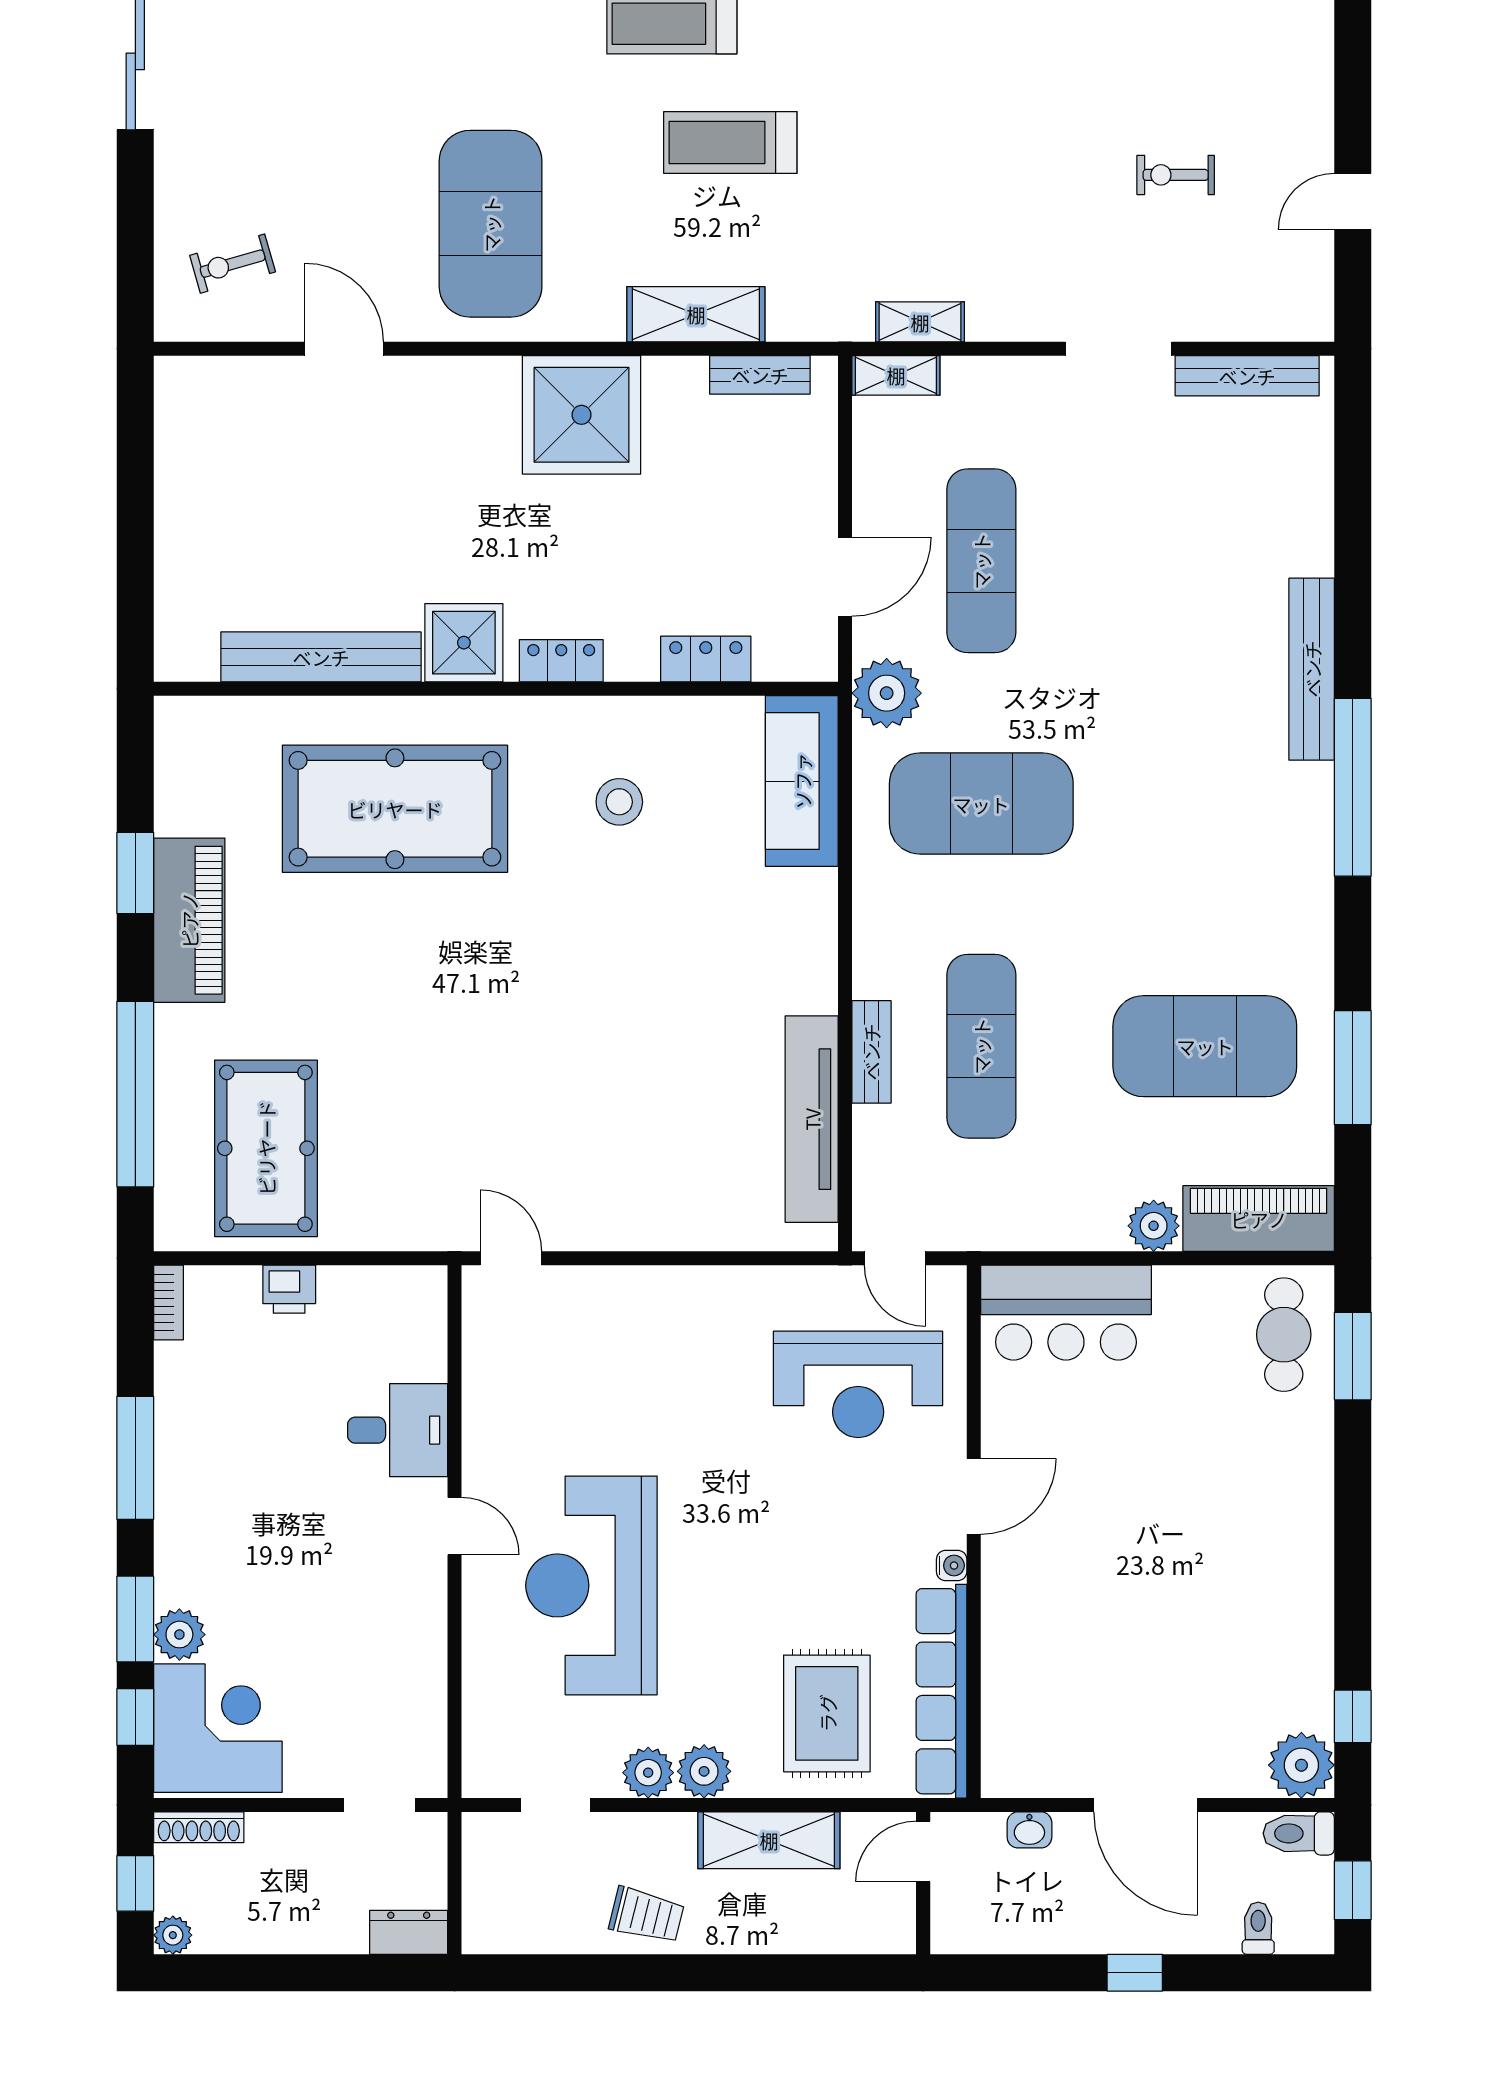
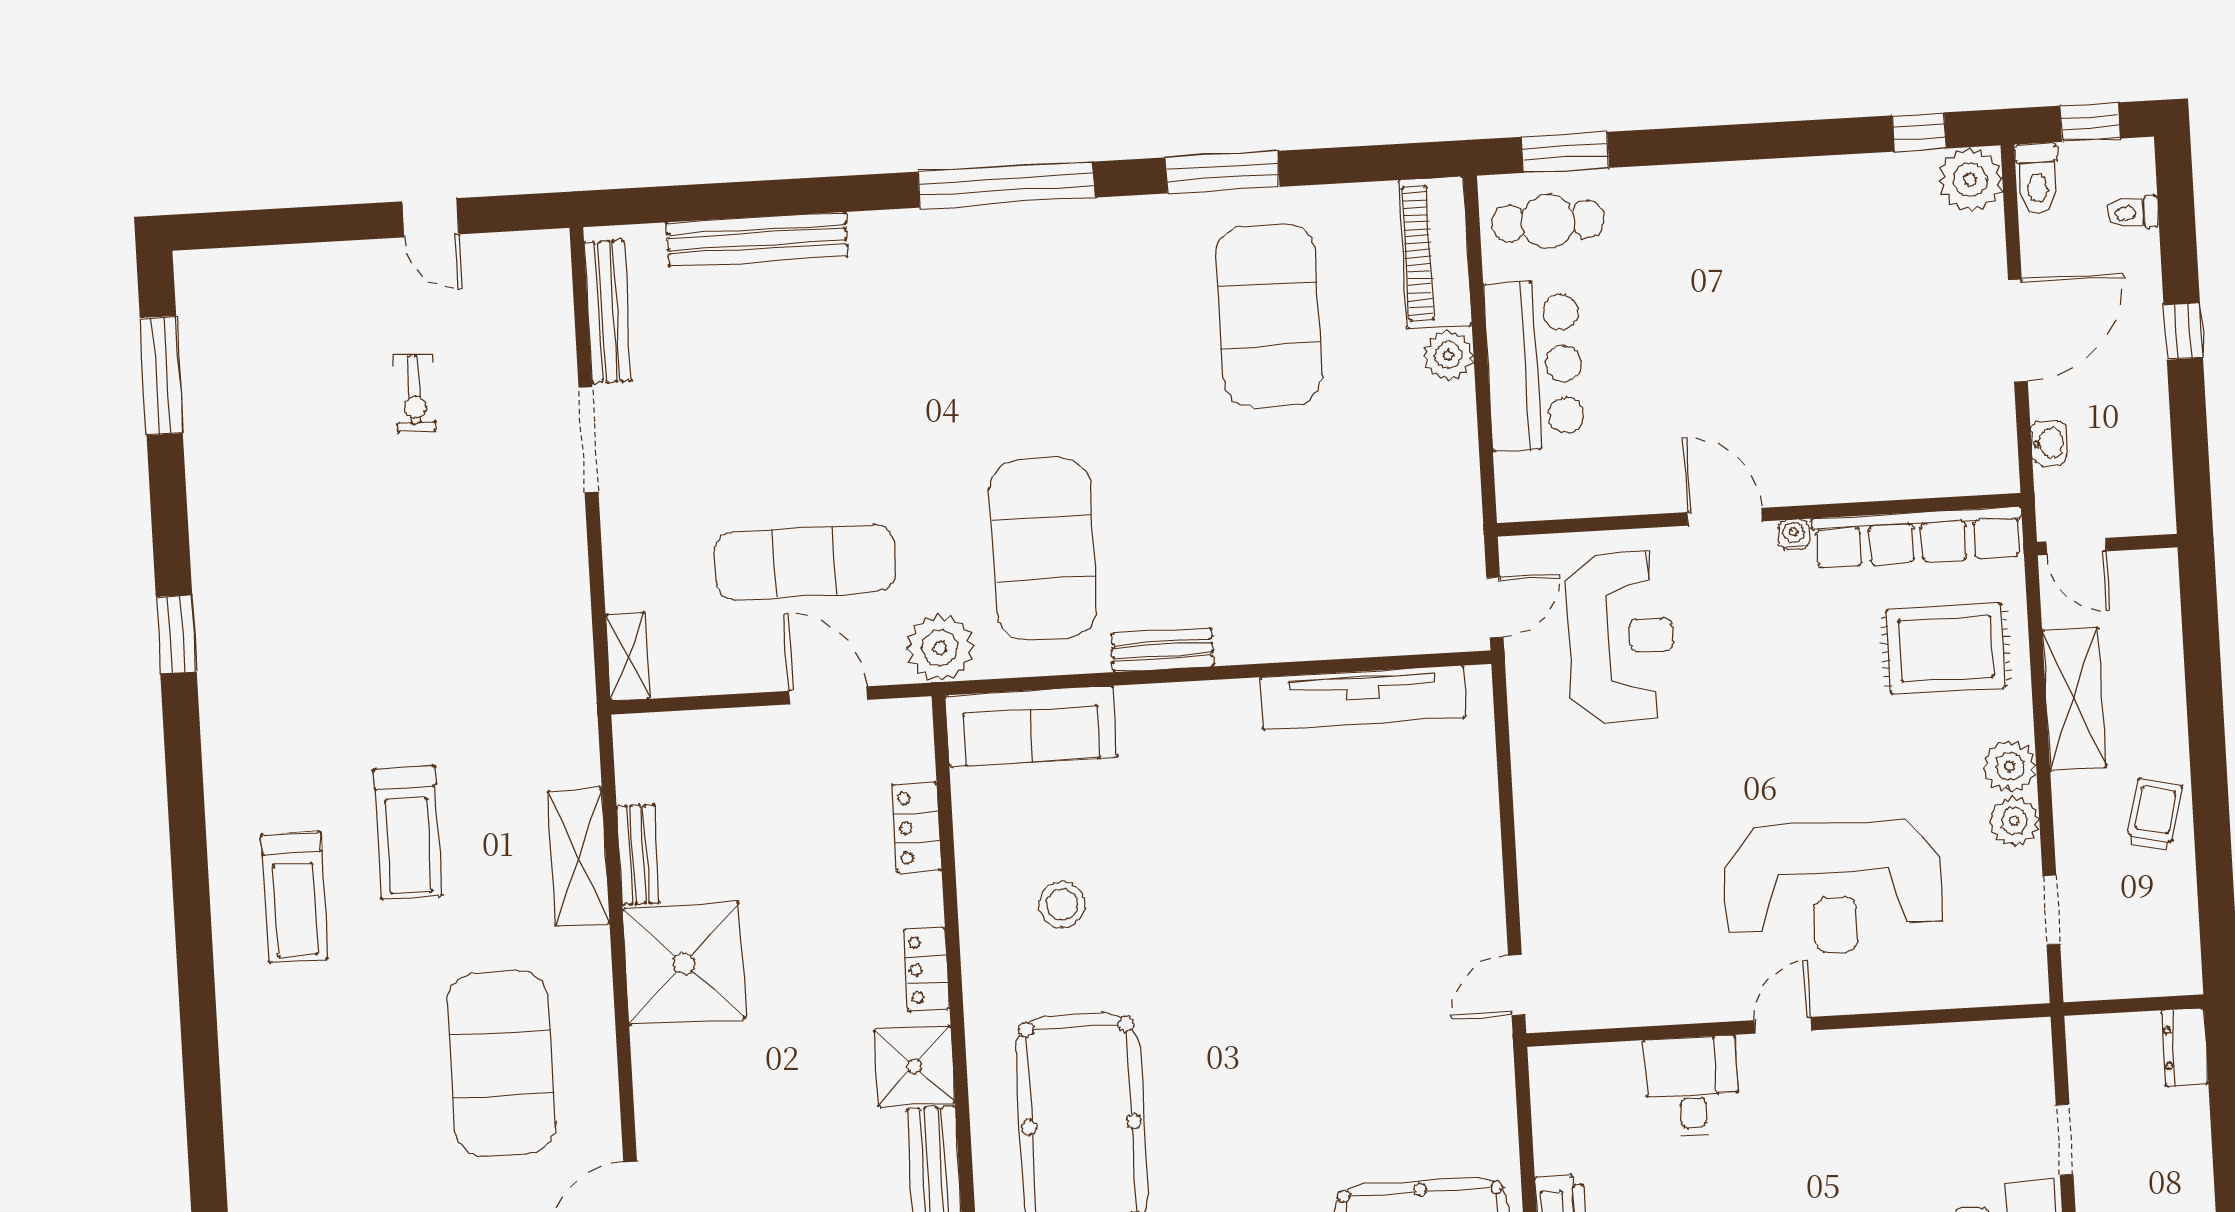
exercise mat: (491, 224) -> (501, 1064), turned 90
shelving: (920, 322) -> (573, 636), removed
bench: (760, 375) -> (638, 854), moved
bench: (1312, 669) -> (757, 239), moved
exercise mat: (981, 1046) -> (1282, 535), removed
bench: (871, 1052) -> (1162, 650), moved
window: (1353, 1068) -> (1222, 172), moved
bar counter: (1066, 1313) -> (1535, 365), moved
doorway: (379, 1805) -> (2065, 1140), moved

